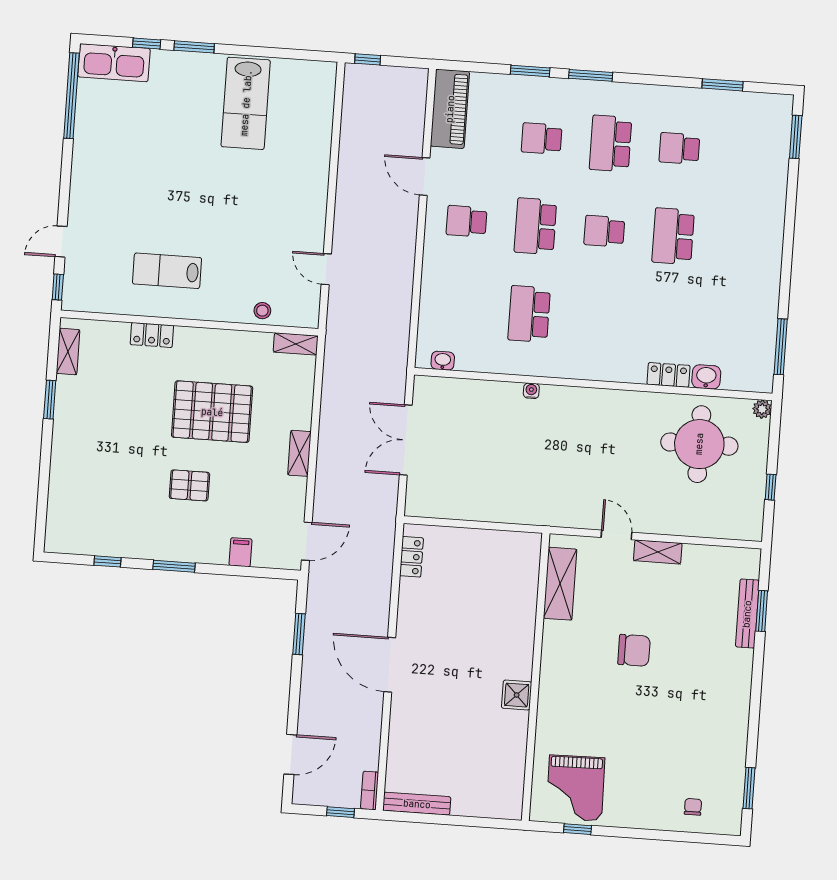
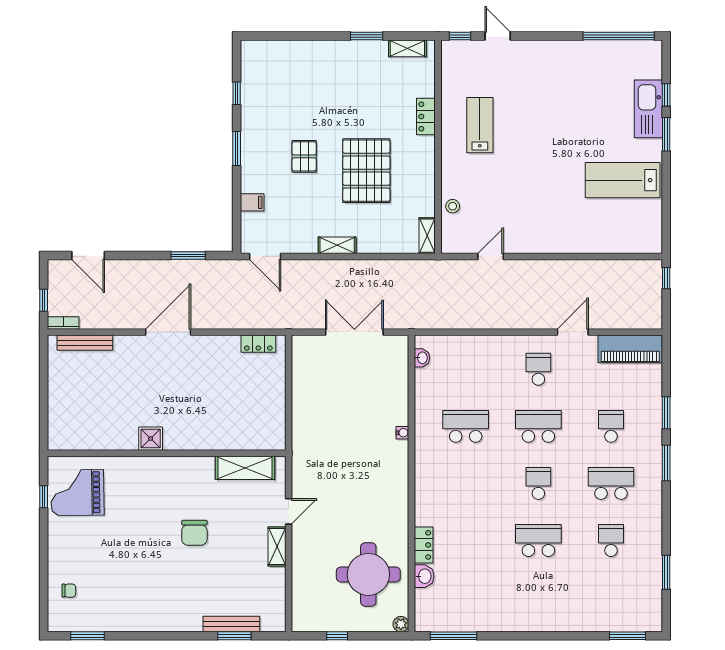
kitchen sink: (114, 63) -> (648, 109), moved
bench: (417, 804) -> (85, 343), moved, turned 90

